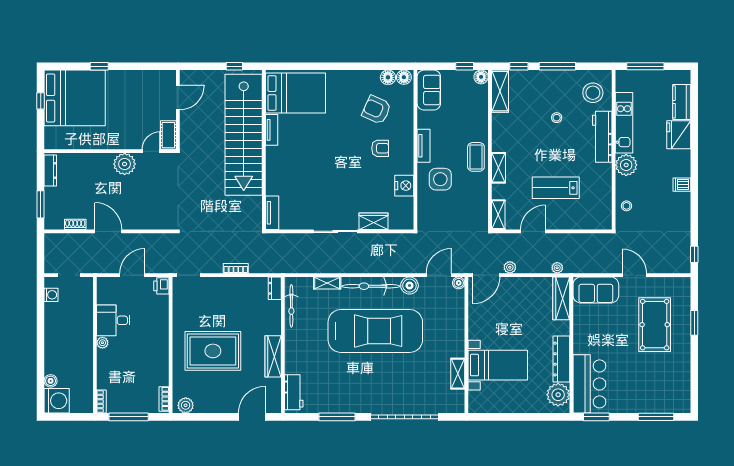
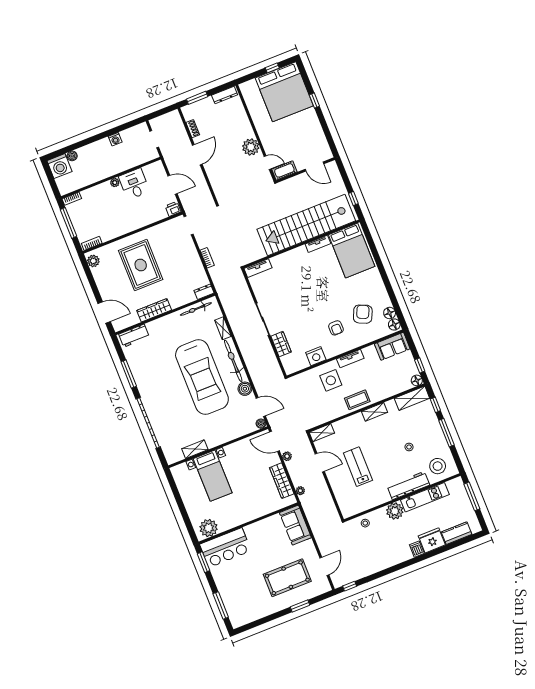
shelving: (498, 168) -> (374, 412), moved
dishwasher: (682, 185) -> (417, 549), moved
door: (635, 275) -> (324, 566), moved
washing machine: (51, 295) -> (115, 139), moved
wardrobe: (561, 298) -> (282, 481), moved, turned -90
dresser: (561, 359) -> (235, 520), removed

